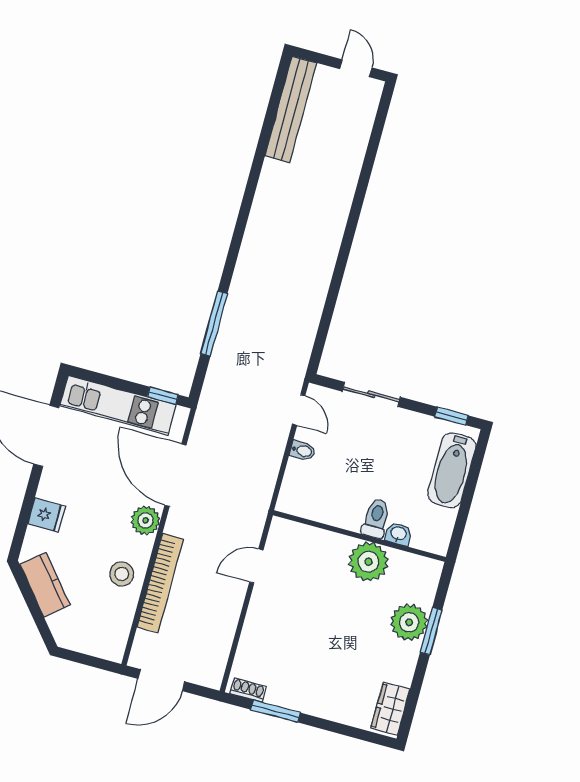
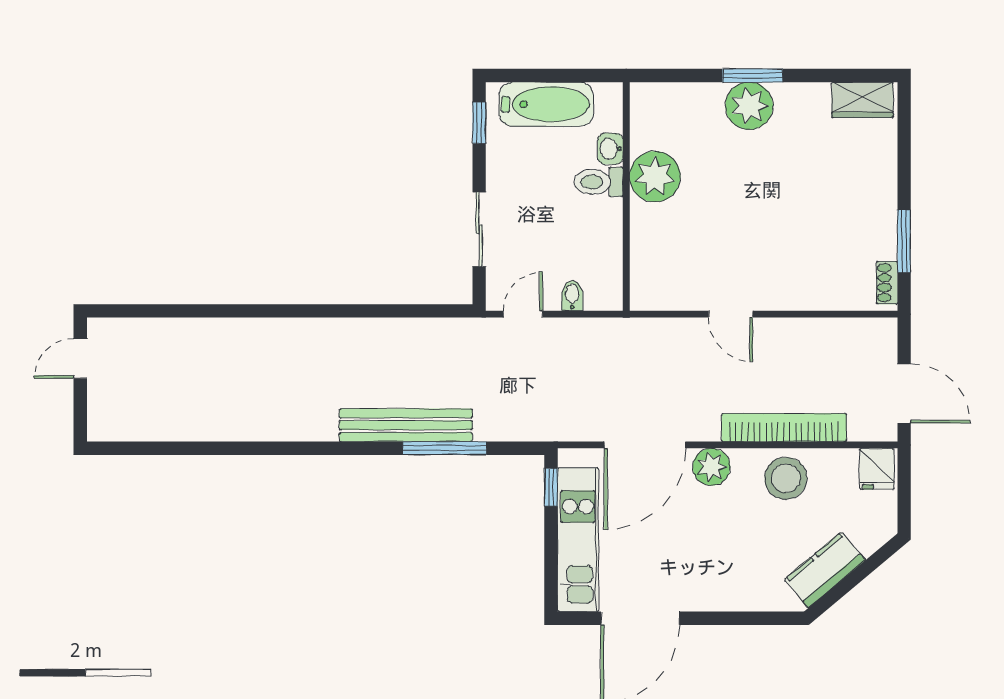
bench: (291, 110) -> (406, 425), moved
fridge: (47, 515) -> (877, 469), moved, turned 180
toilet: (376, 518) -> (599, 182), moved
washbasin: (398, 534) -> (610, 149), moved
wall: (359, 536) -> (626, 196), moved
plant: (368, 562) -> (655, 177), moved
stool: (122, 574) -> (786, 478), width x1.38, depth x1.38

